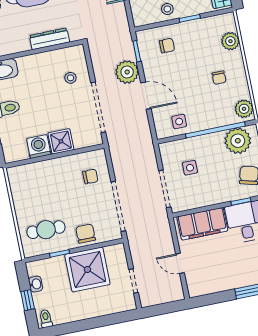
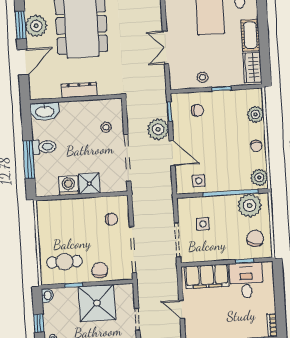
dresser: (49, 39) -> (79, 90), moved
chair: (219, 78) -> (256, 146), moved
washbasin: (36, 284) -> (47, 295), moved

